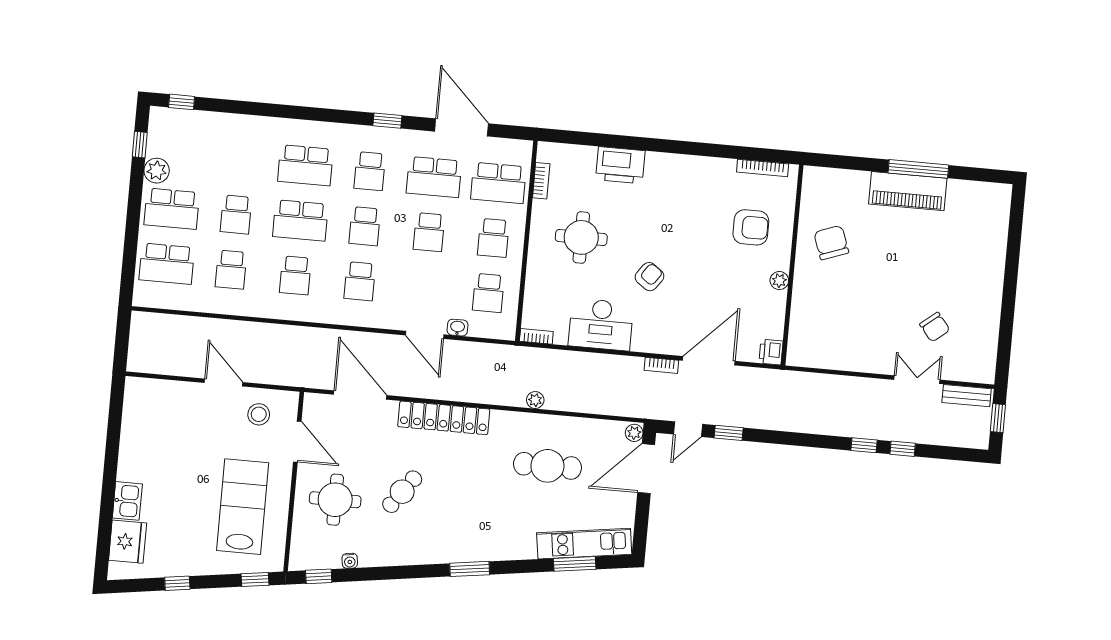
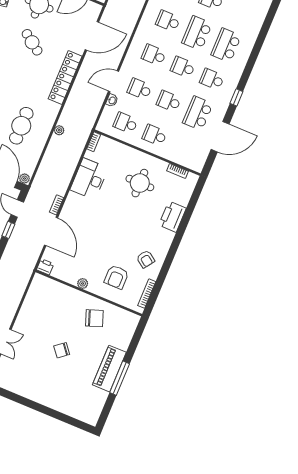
school desk: (498, 183) -> (140, 89), moved, width x0.54
armchair: (649, 277) -> (146, 259), moved
chair: (935, 327) -> (62, 350), moved

